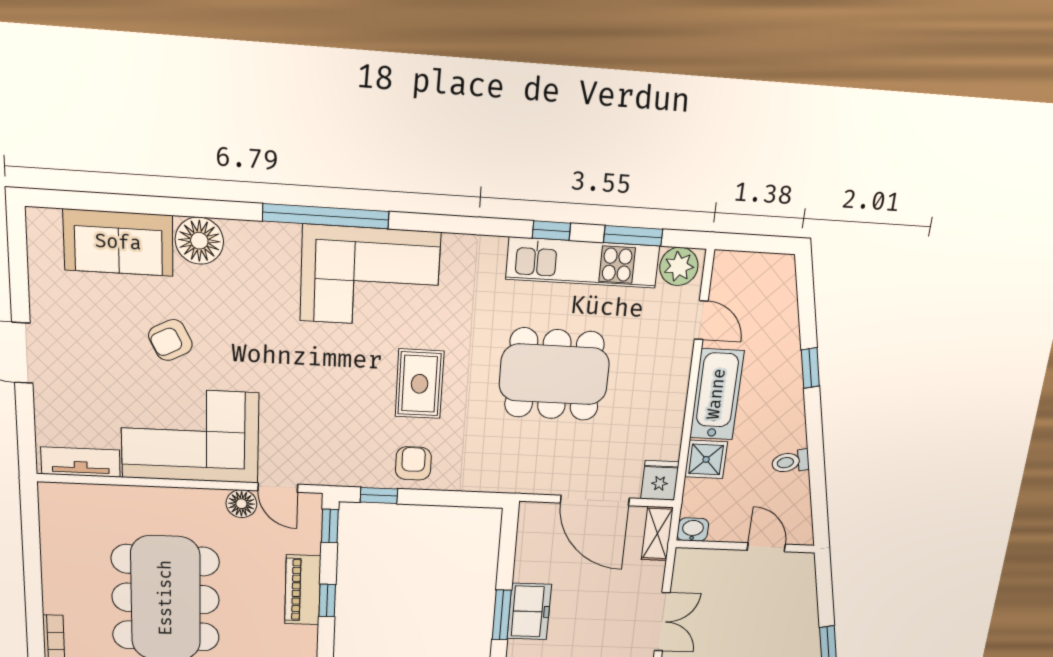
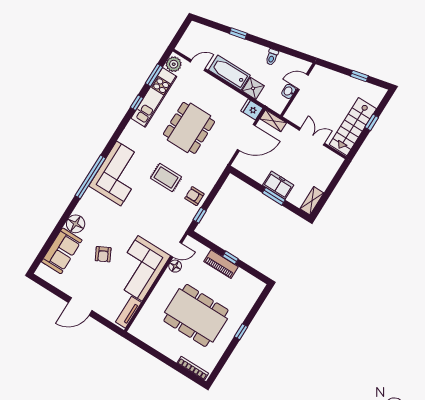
window: (330, 526) -> (201, 240), removed
washbasin: (693, 530) -> (289, 91), moved

